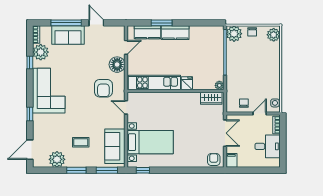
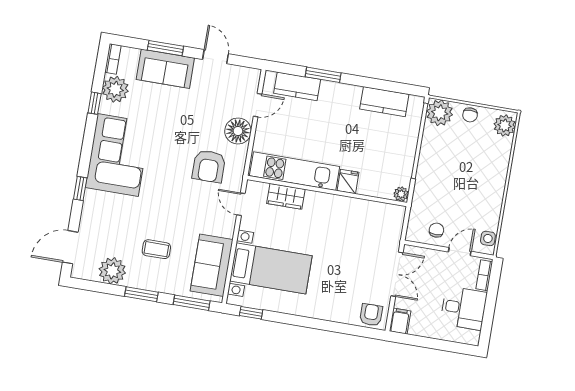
window: (66, 23) -> (165, 48), width x0.69
kitchen counter: (175, 33) -> (384, 102), moved
wardrobe: (211, 98) -> (286, 196), moved

